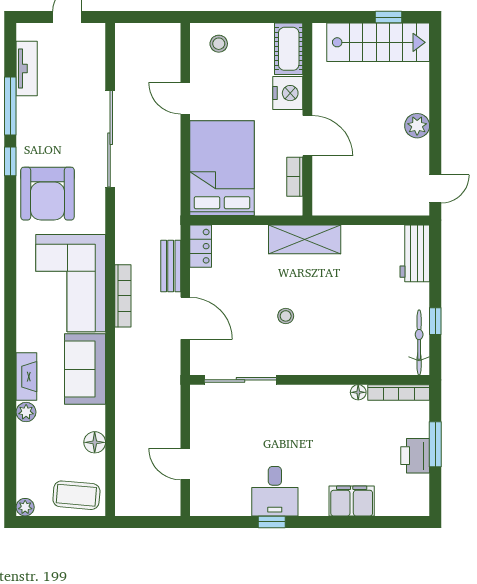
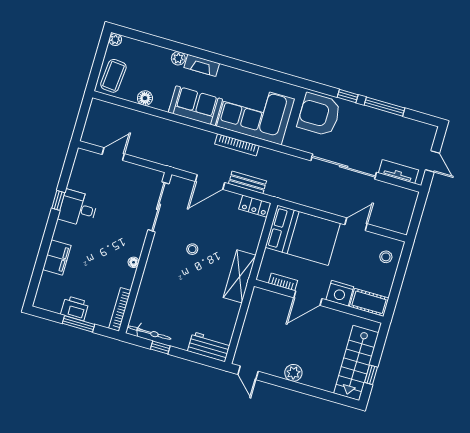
tv unit: (27, 69) -> (398, 172), moved, turned 180
floor lamp: (358, 392) -> (134, 262), moved

